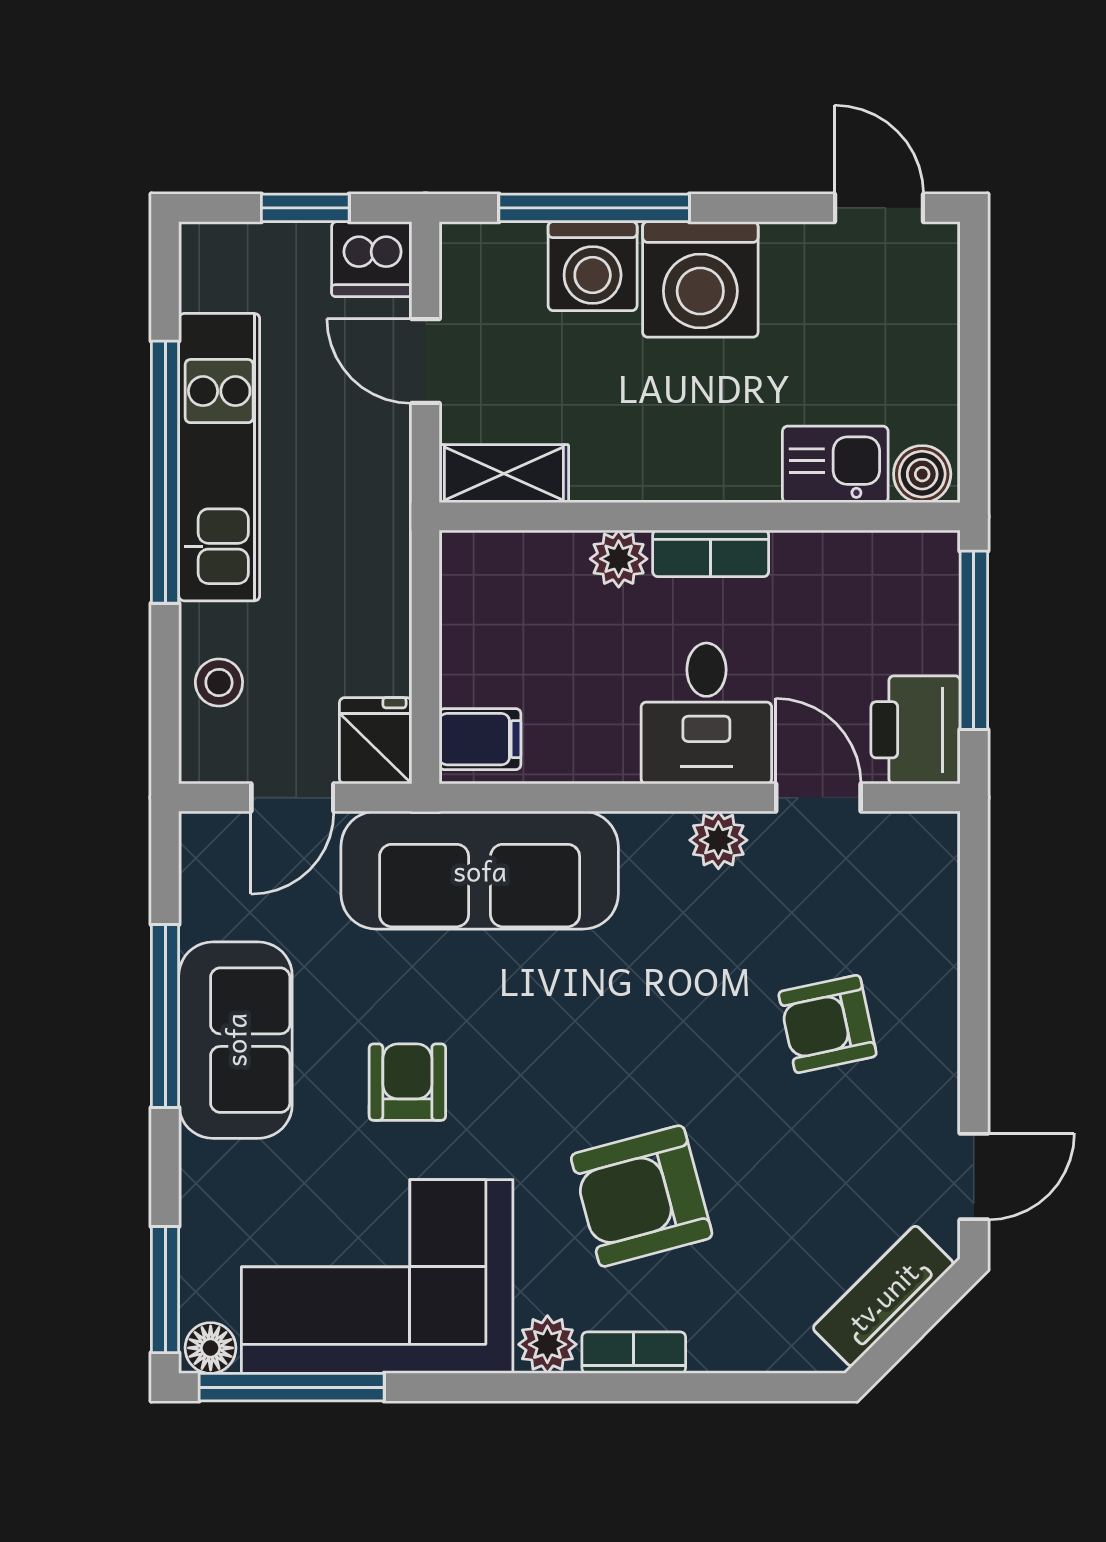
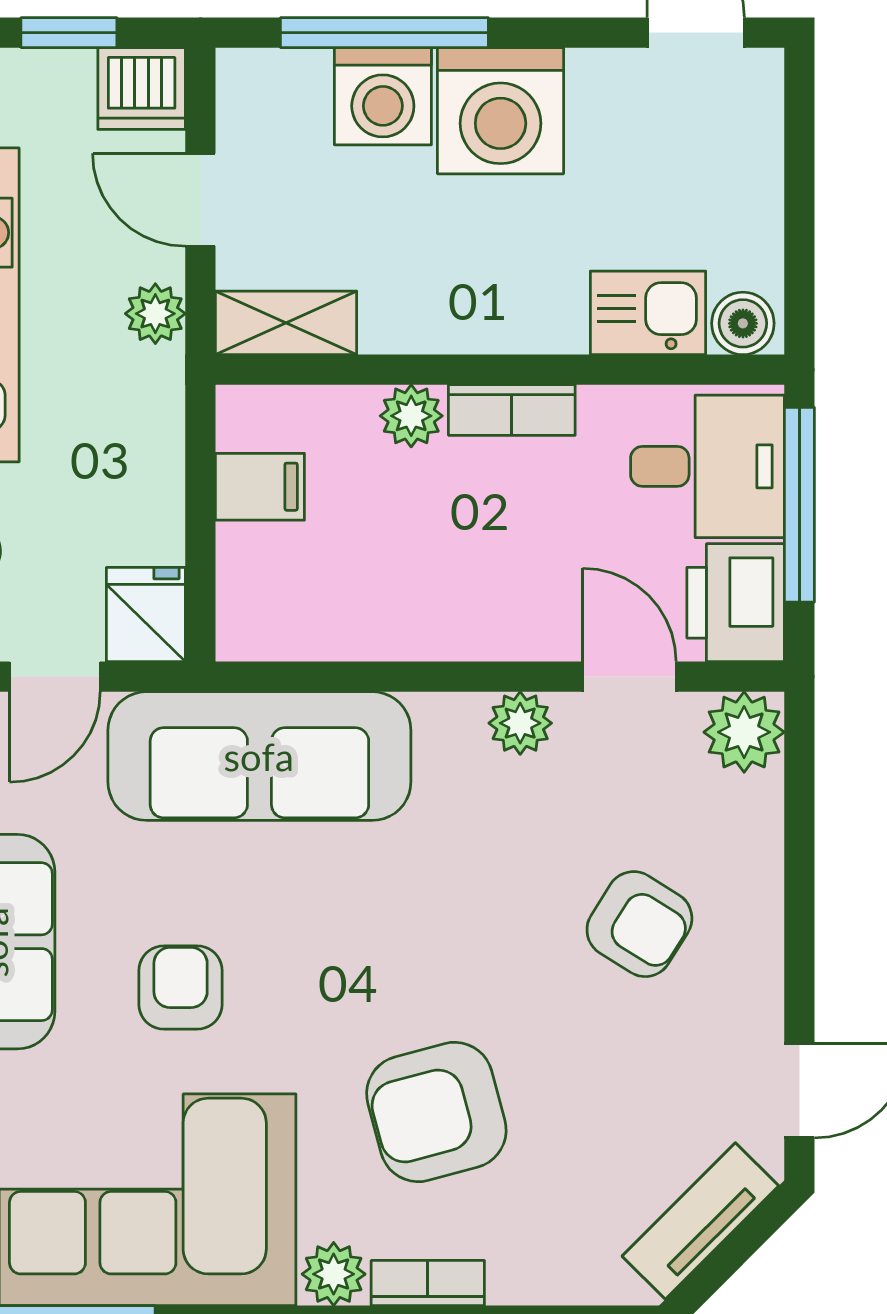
plant: (384, 465) -> (155, 314), added
desk: (706, 713) -> (708, 466), moved, turned -90
filing cabinet: (480, 739) -> (260, 487), moved
plant: (923, 848) -> (744, 732), added
armchair: (827, 1024) -> (639, 924), turned -136

